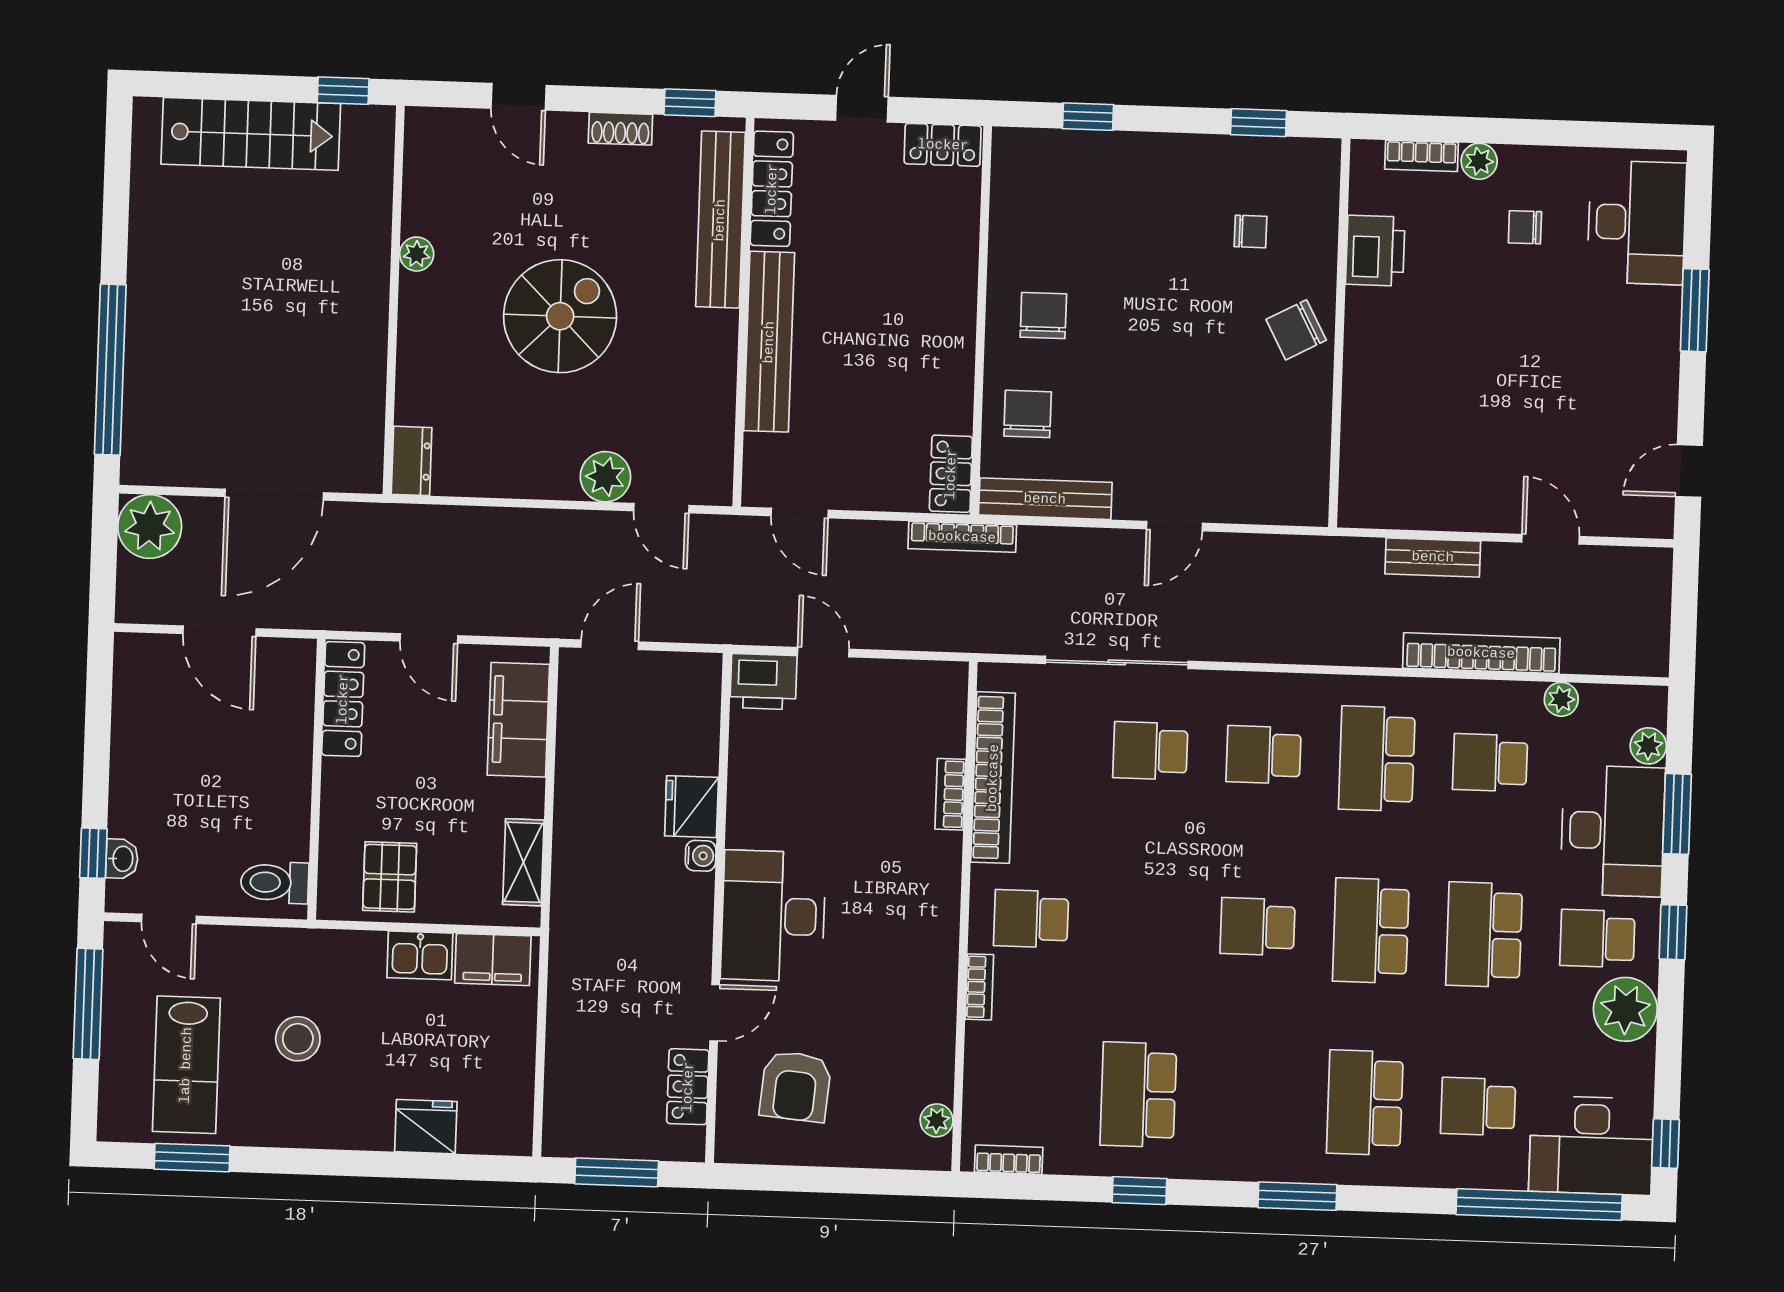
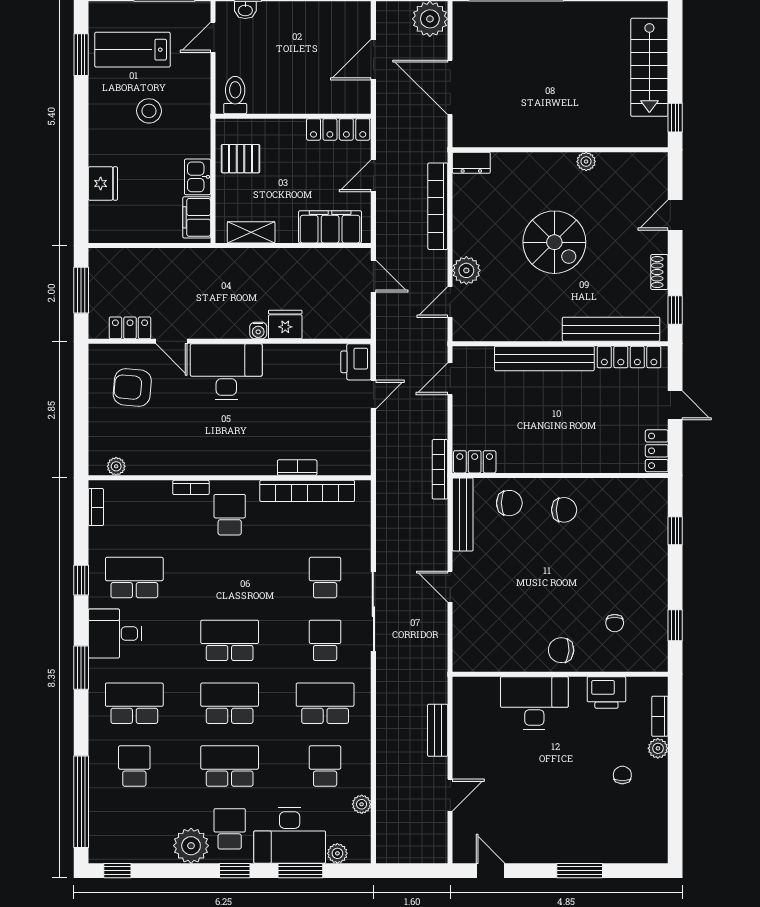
desk: (1637, 222) -> (534, 703), moved, turned 180
chair: (1296, 330) -> (561, 650), turned -58
bookcase: (1481, 653) -> (438, 206), moved, turned 180
sliding door: (1117, 662) -> (373, 612), moved
school desk: (1258, 927) -> (230, 640), width x1.85
desk: (1591, 1145) -> (115, 633), moved, width x0.73

